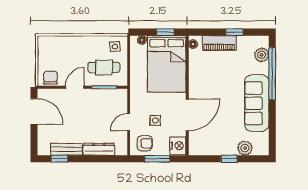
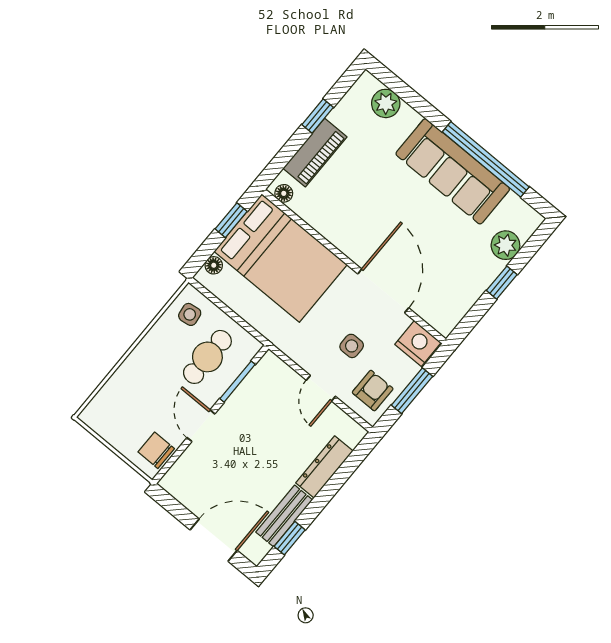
window: (272, 74) -> (486, 159), moved
door: (34, 111) -> (214, 540), moved

